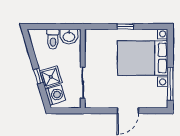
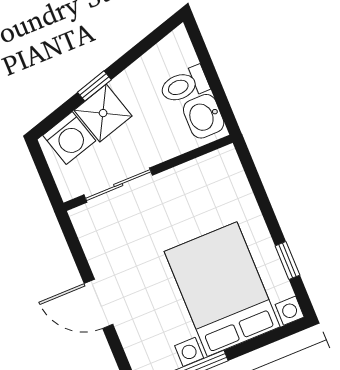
window: (125, 26) -> (287, 260), moved

